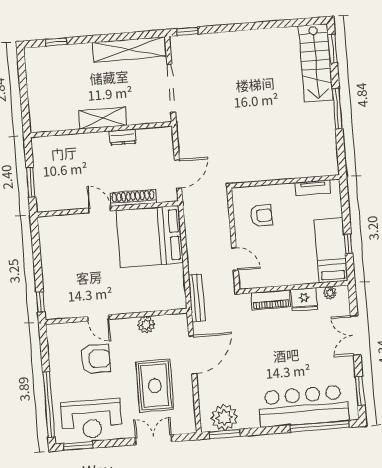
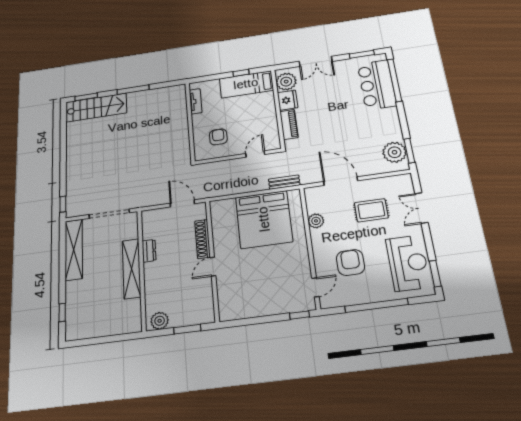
shelving: (103, 118) -> (132, 269), width x1.47
plant: (42, 152) -> (160, 321), added
bed: (150, 237) -> (264, 219), moved
plant: (330, 293) -> (286, 82), width x1.88, depth x1.88
bench: (197, 298) -> (284, 182), width x0.73
door: (98, 318) -> (315, 287), moved
rug: (155, 386) -> (371, 210), width x0.73, depth x0.70
window: (49, 404) -> (376, 305), moved
bar counter: (303, 406) -> (377, 85), width x0.73

